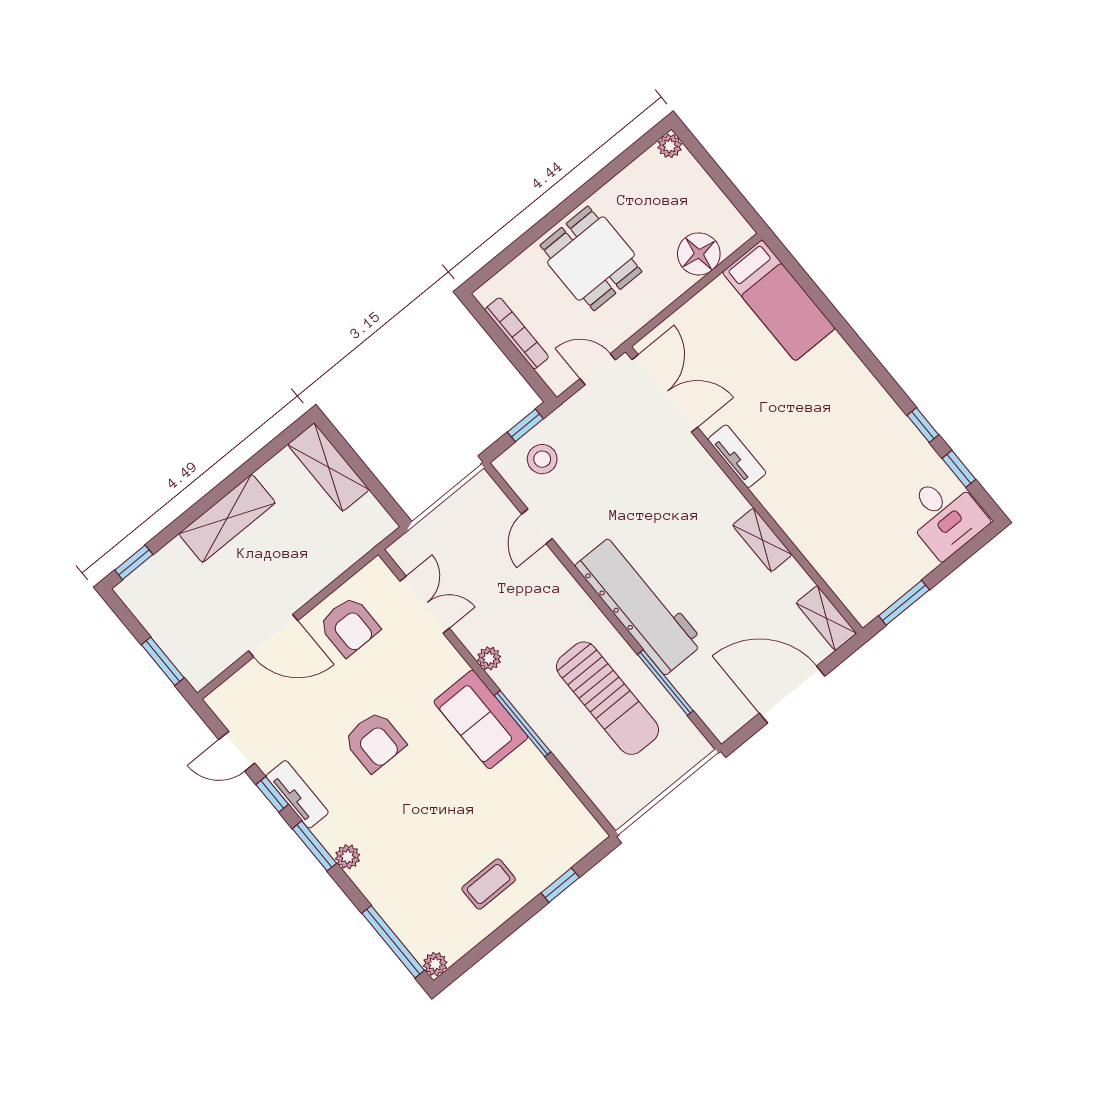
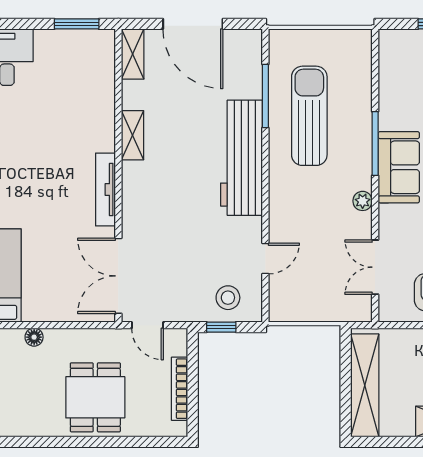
floor lamp: (699, 254) -> (34, 337), width x0.53, depth x0.53
tv unit: (737, 456) -> (105, 189), width x1.41
shelving: (328, 467) -> (365, 385), width x1.47

